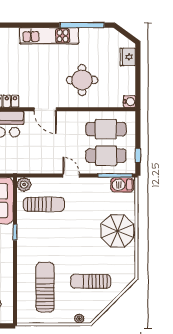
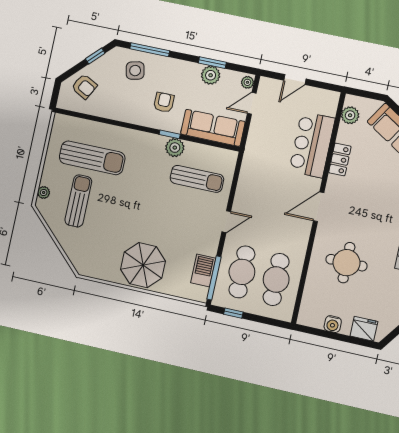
water cooler: (130, 102) -> (333, 324), moved
plant: (24, 185) -> (175, 148), moved
barbecue: (122, 185) -> (203, 271), moved
sun lounger: (44, 204) -> (197, 179), turned -90
sun lounger: (91, 281) -> (78, 201), moved

